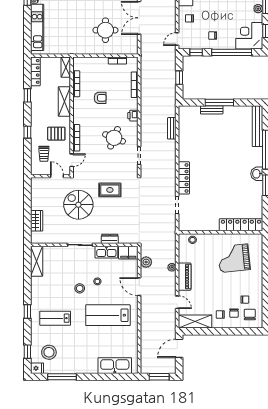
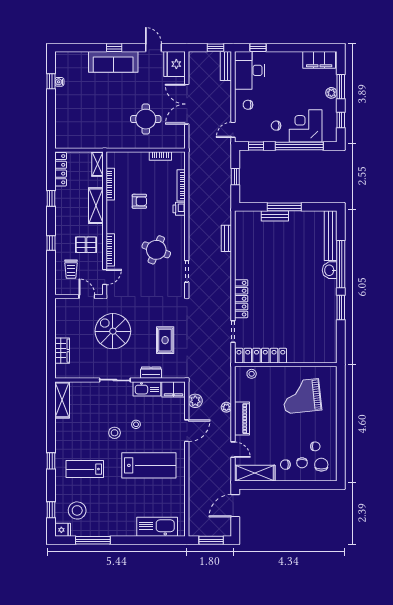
kitchen unit: (37, 27) -> (63, 116), removed
corner desk: (249, 36) -> (306, 126), moved
printer: (133, 116) -> (179, 209), moved
washbasin: (257, 174) -> (330, 270), moved
rug: (110, 190) -> (165, 340), moved, turned 90
locker: (241, 225) -> (261, 356), moved
door: (139, 287) -> (187, 431), swing flipped
lab bench: (108, 315) -> (149, 465), turned 180

